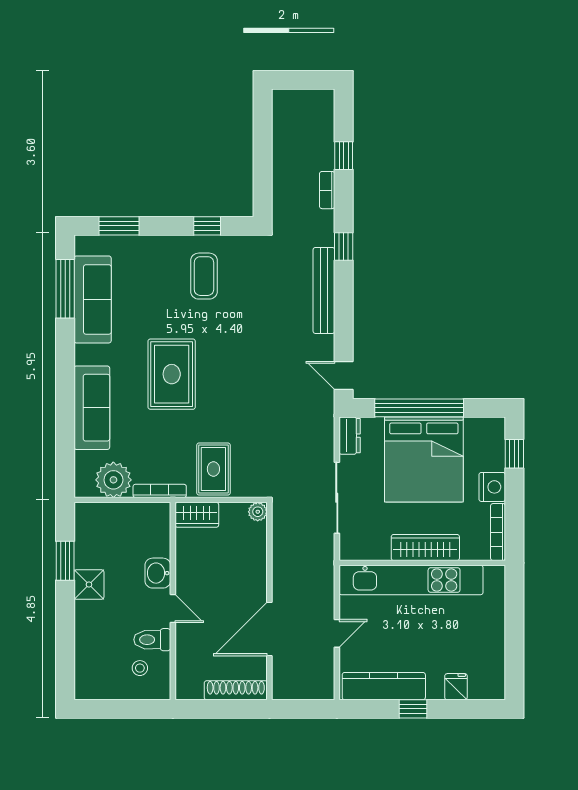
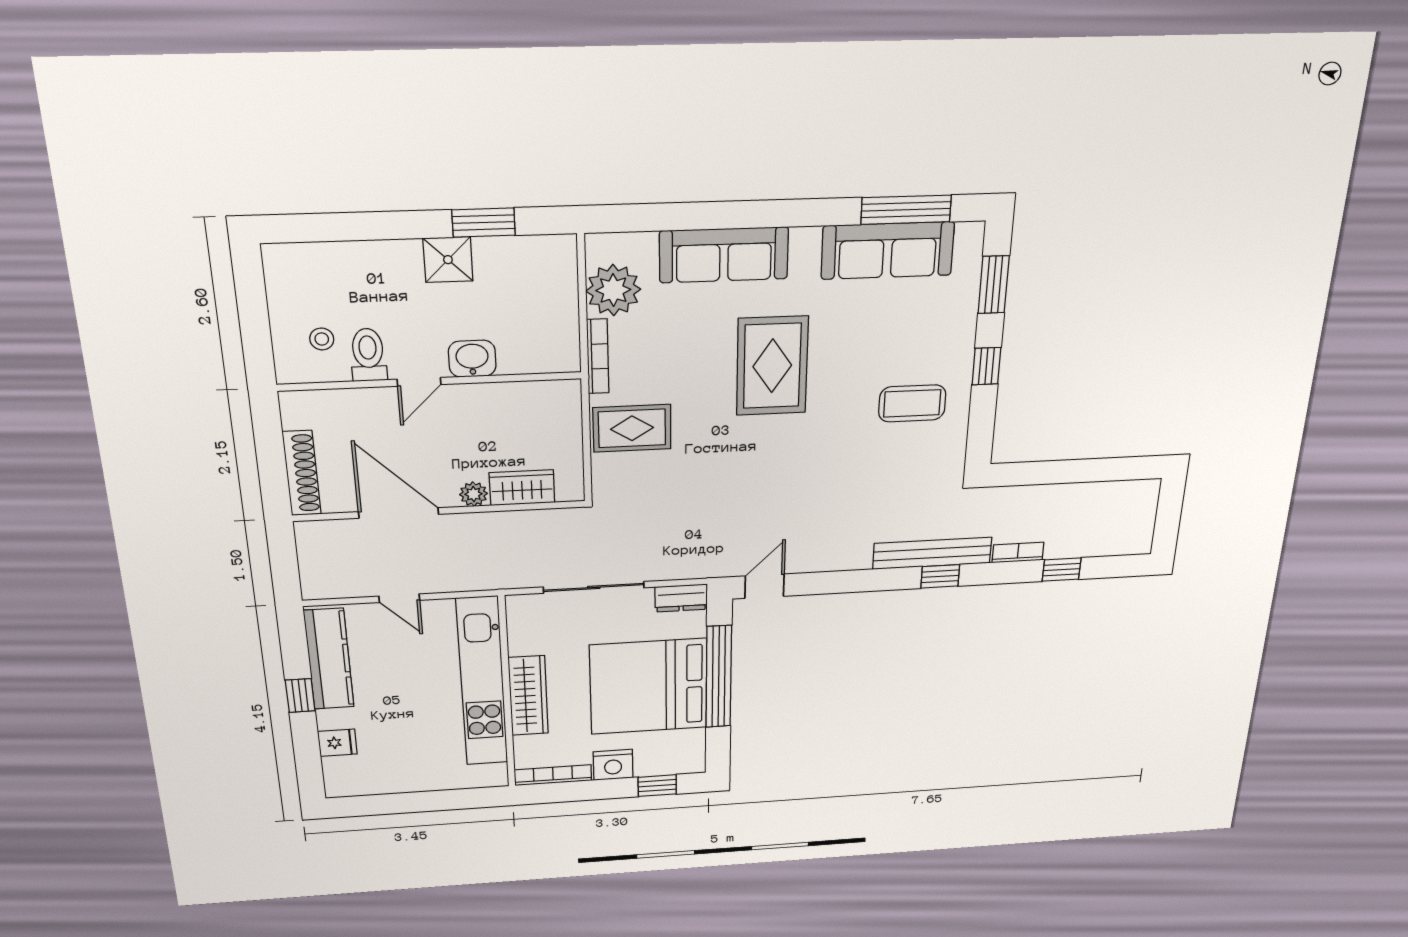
window: (207, 226) -> (986, 366), moved
bench: (324, 290) -> (932, 553), moved
rug: (172, 374) -> (772, 366), turned 90
plant: (258, 512) -> (474, 494), moved
wardrobe: (197, 515) -> (522, 488), moved, turned 90

